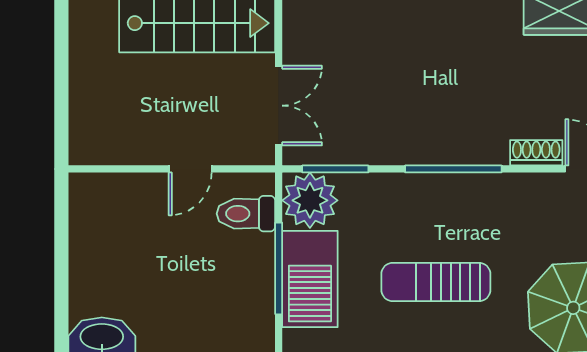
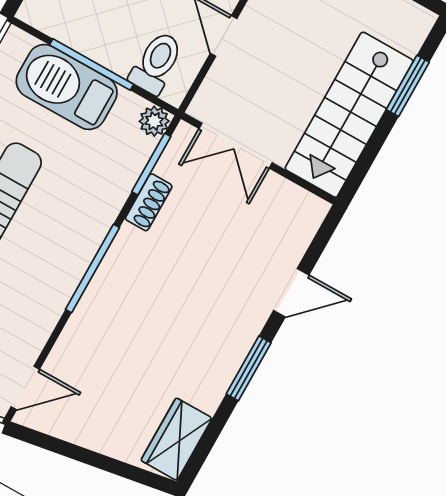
shoe rack: (536, 153) -> (149, 202), moved
plant: (310, 200) -> (154, 121), width x0.53, depth x0.53

